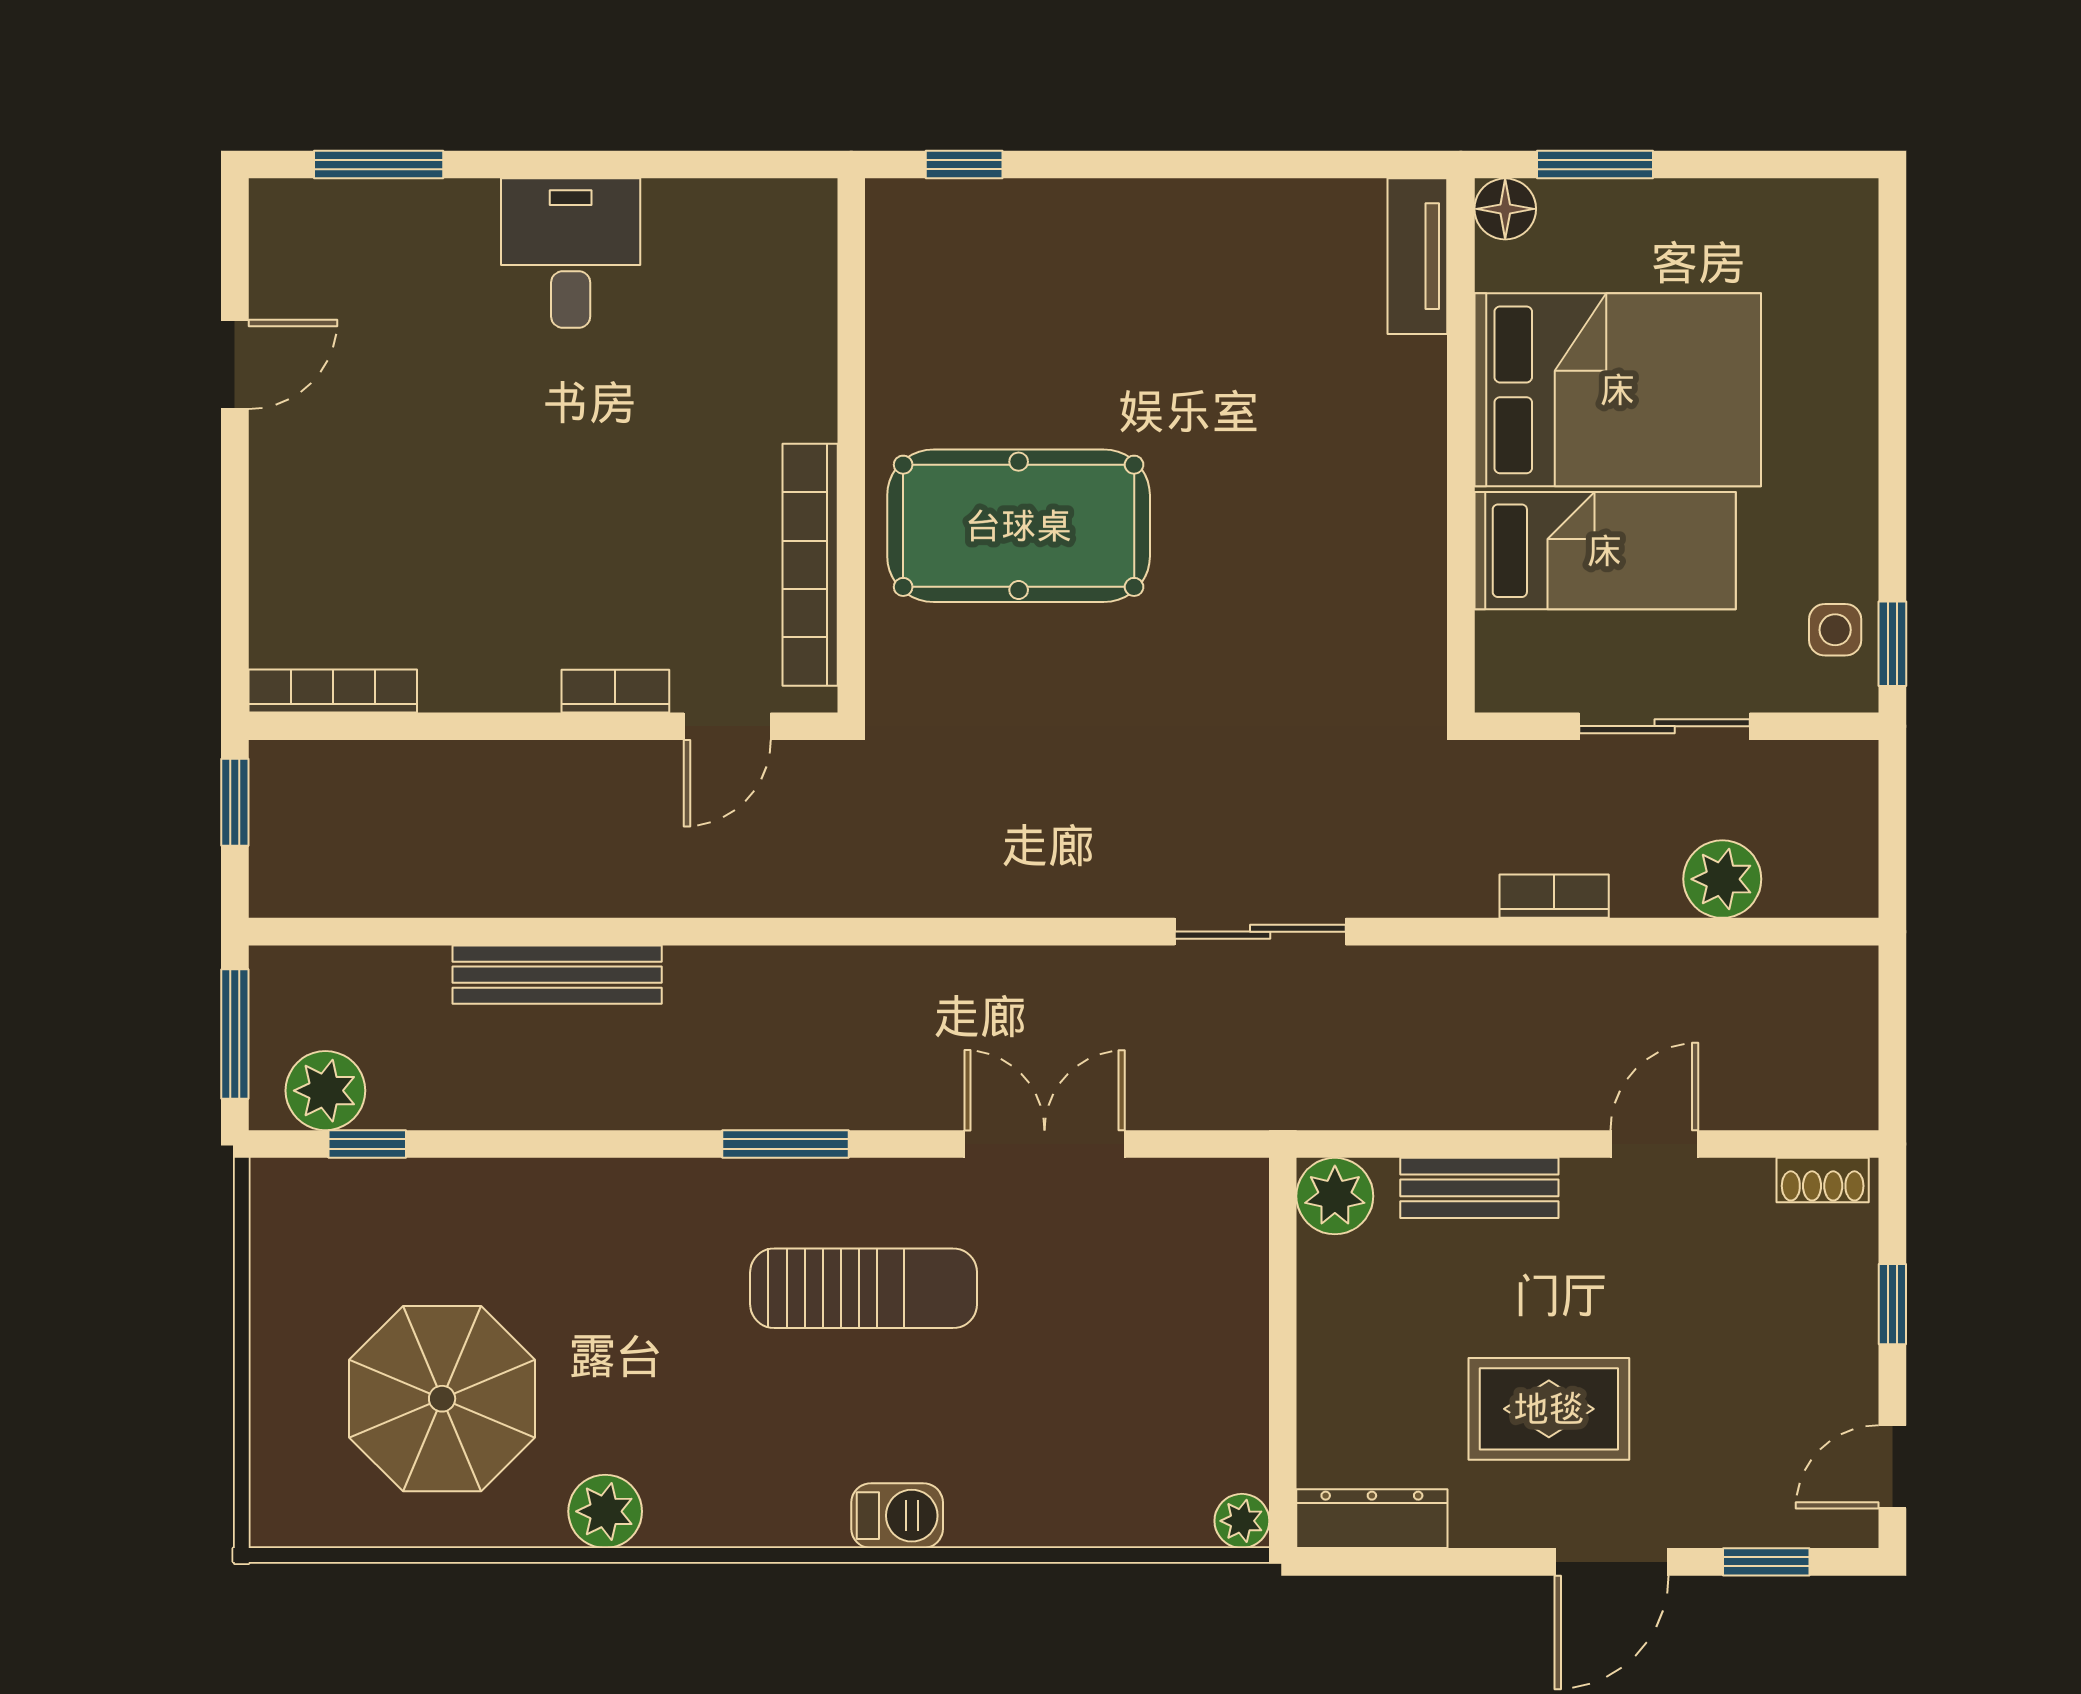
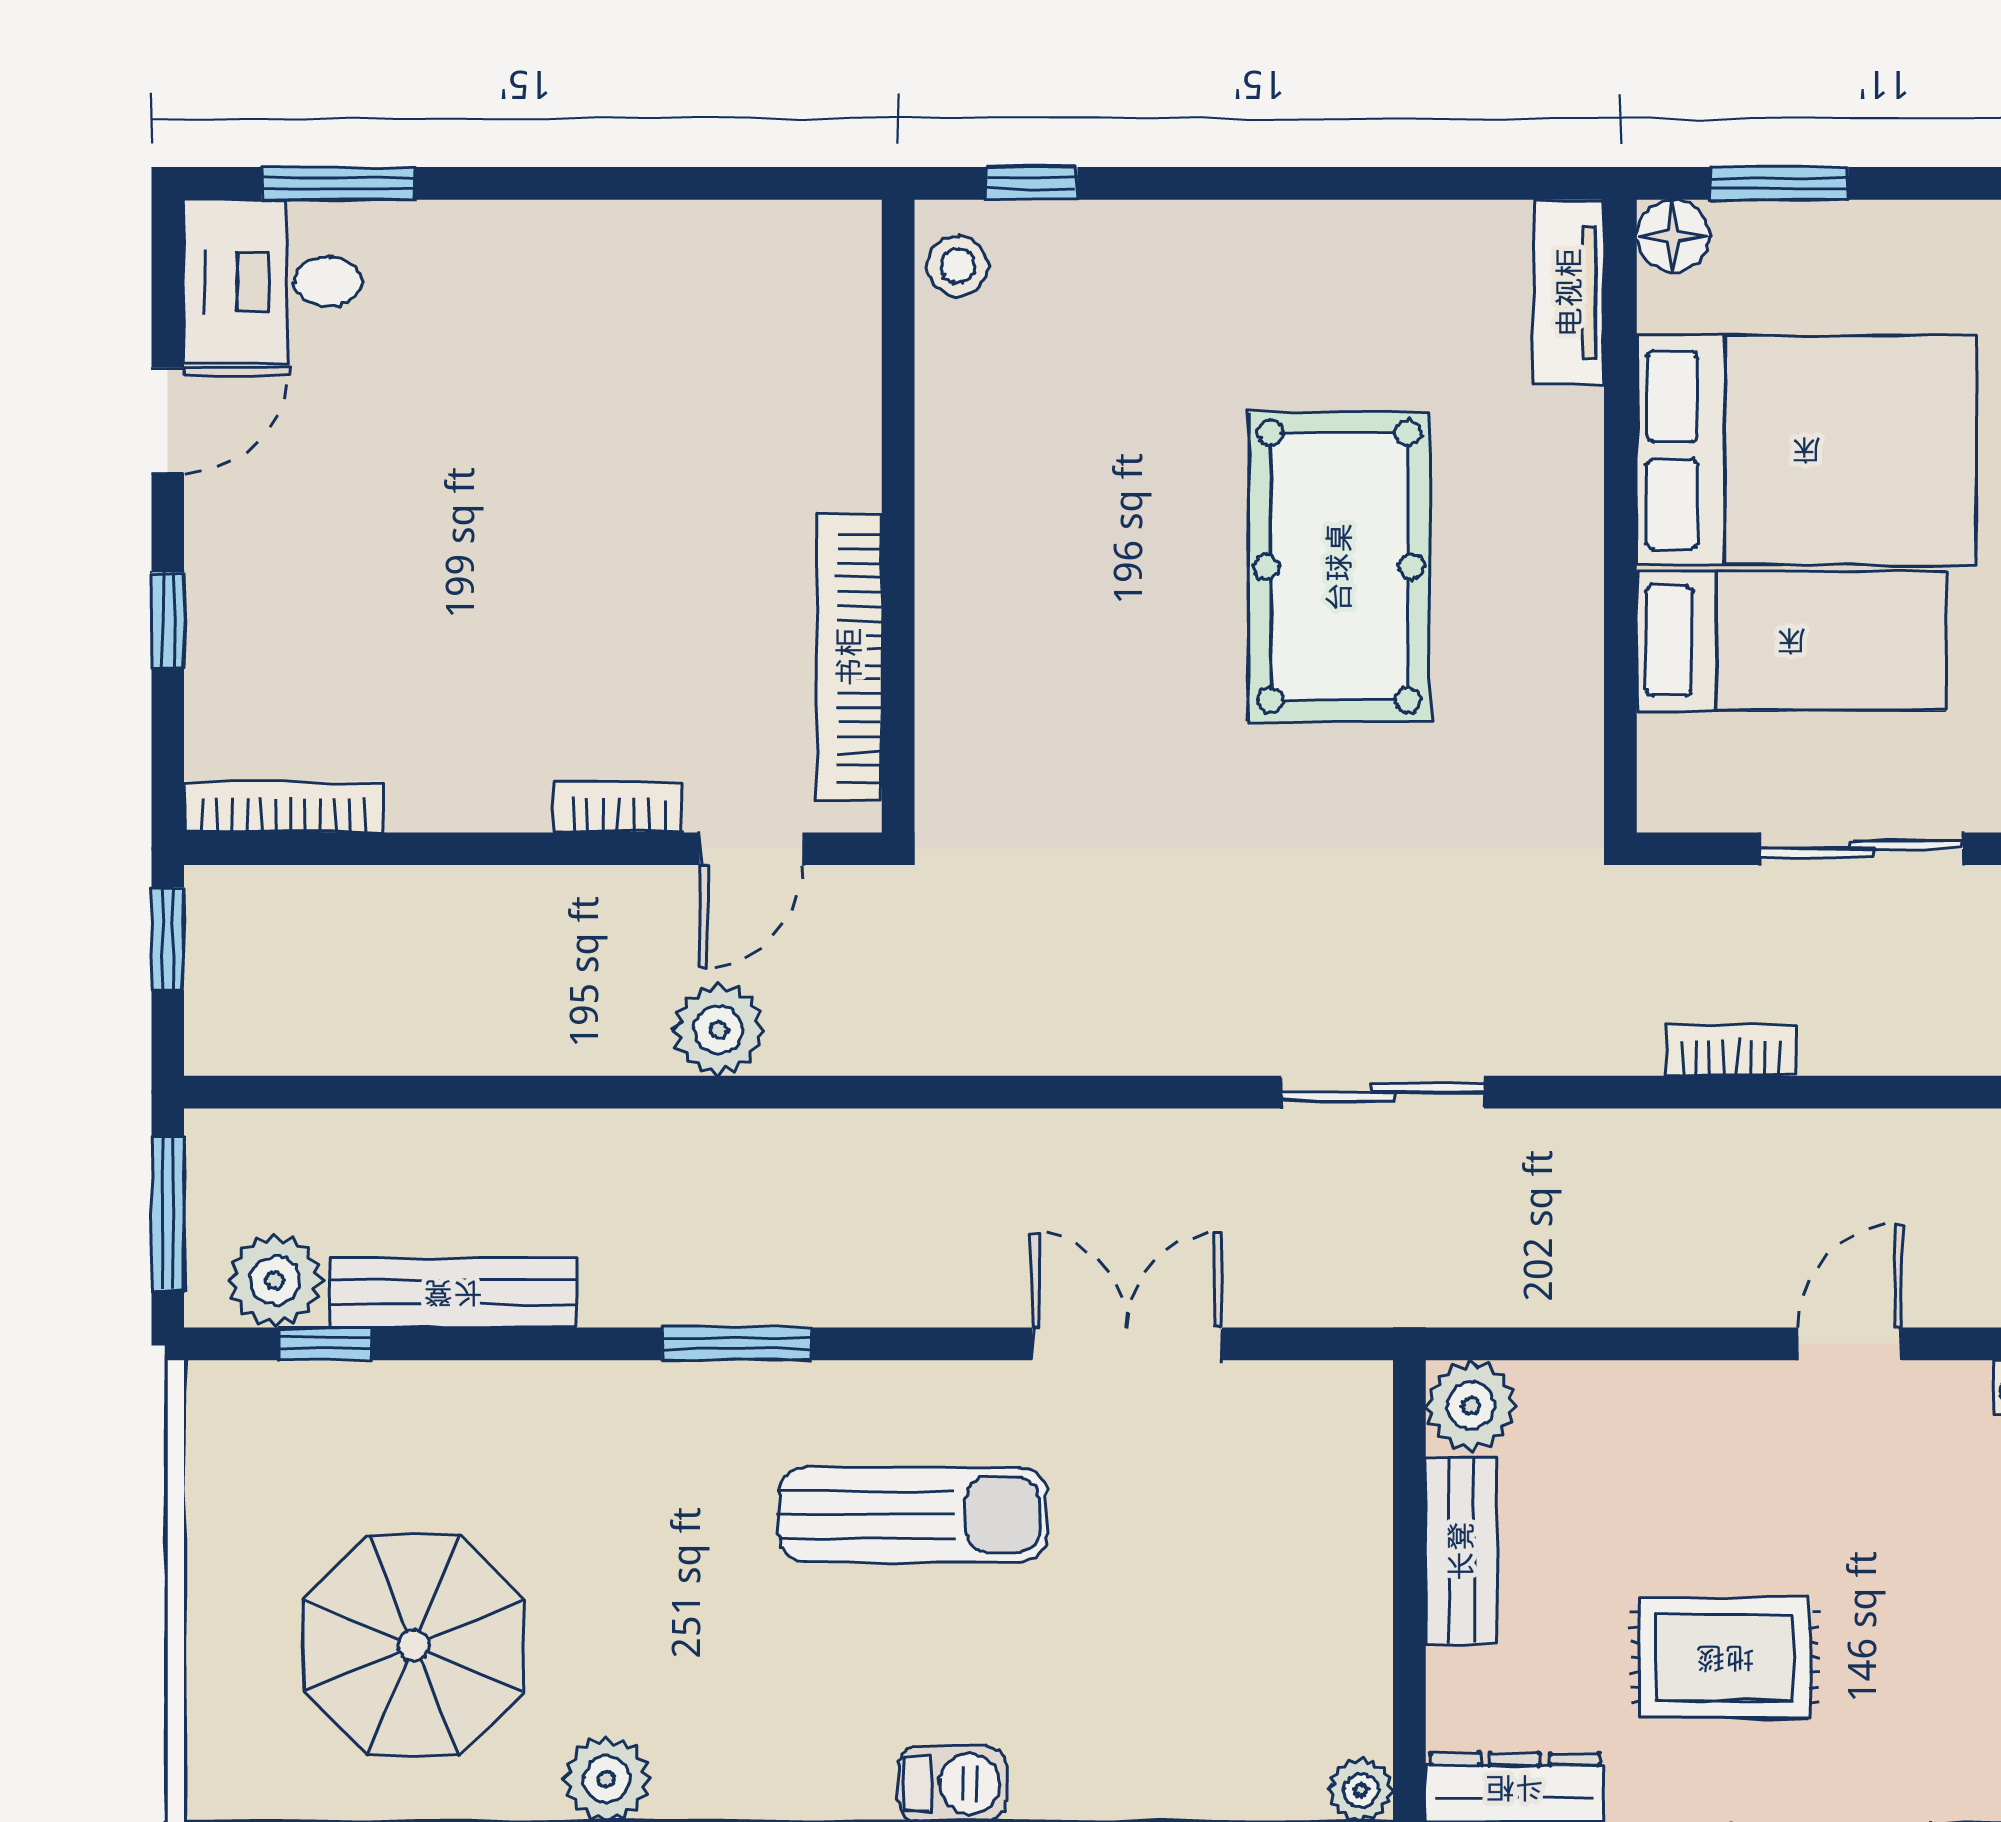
stool: (901, 234) -> (958, 266), added
desk: (571, 253) -> (273, 282), moved, turned -90
pool table: (1019, 526) -> (1339, 567), moved, turned 90
window: (235, 533) -> (168, 620), added
plant: (1722, 879) -> (718, 1030), moved
bench: (557, 975) -> (453, 1293), moved
window: (786, 1144) -> (737, 1344), moved
bench: (1479, 1188) -> (1461, 1551), moved, turned 90

